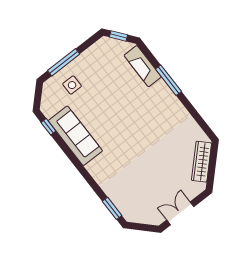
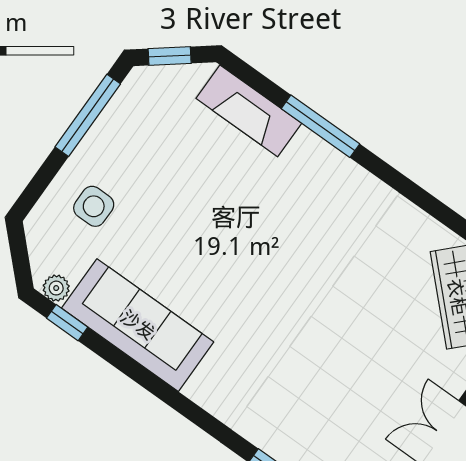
window: (64, 62) -> (88, 115), moved
plant: (48, 112) -> (56, 288), added

